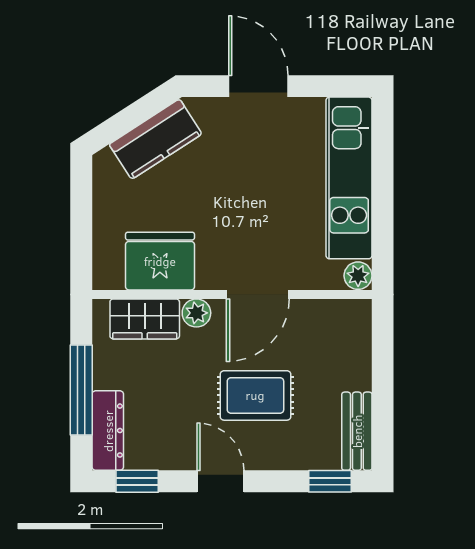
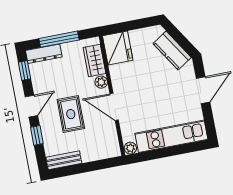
fridge: (160, 261) -> (118, 48), moved
window: (330, 481) -> (37, 135), moved

